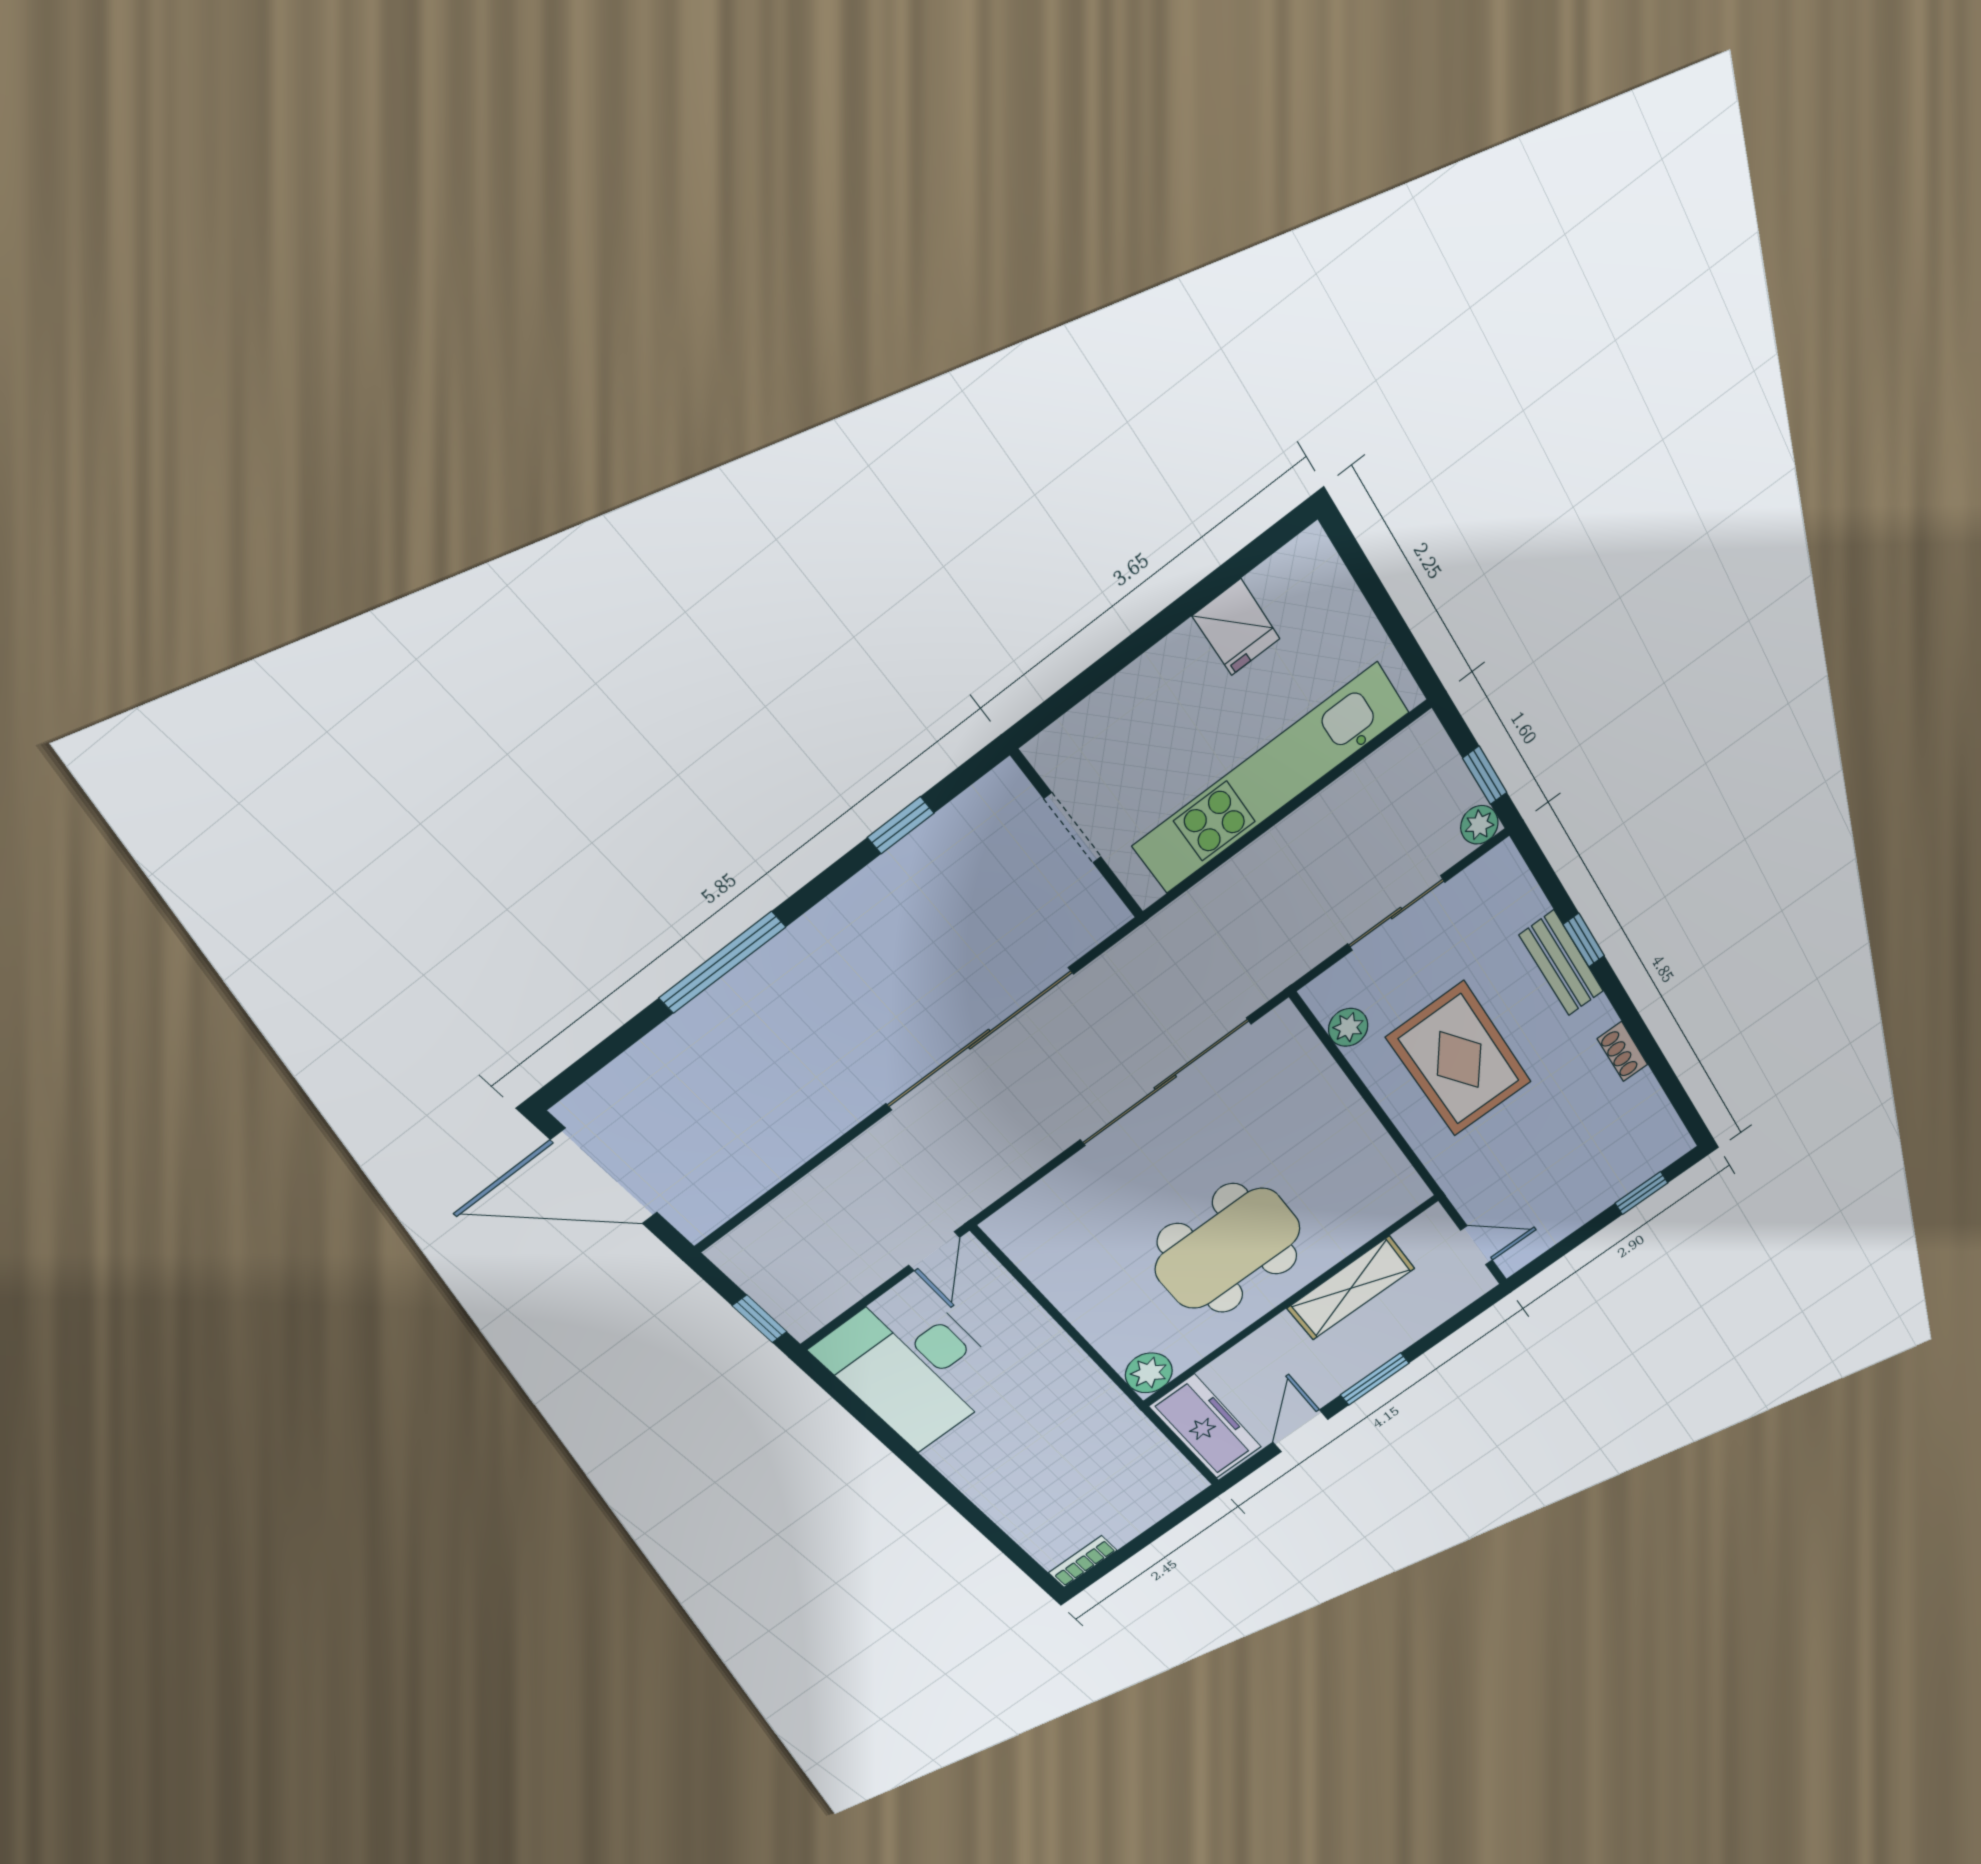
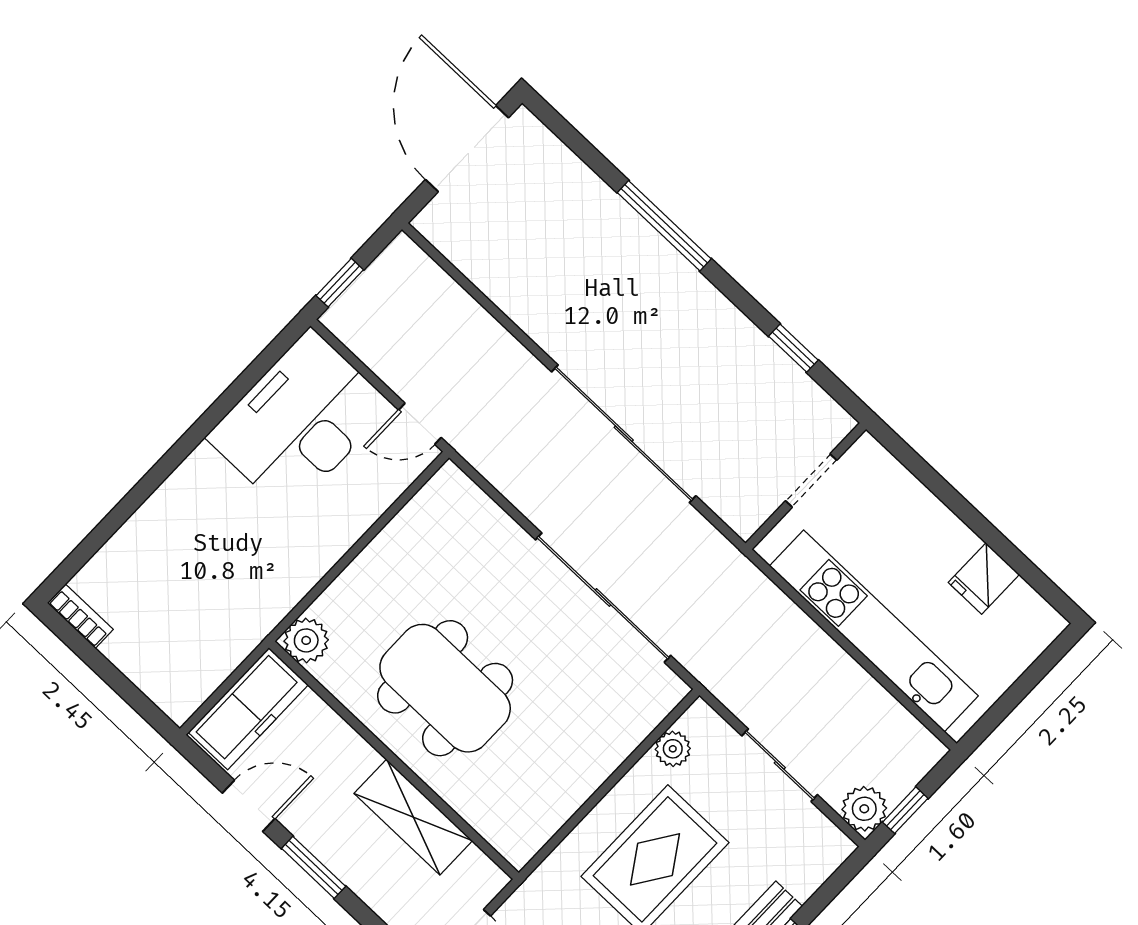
plant: (1479, 825) -> (864, 809), width x1.38, depth x1.38

